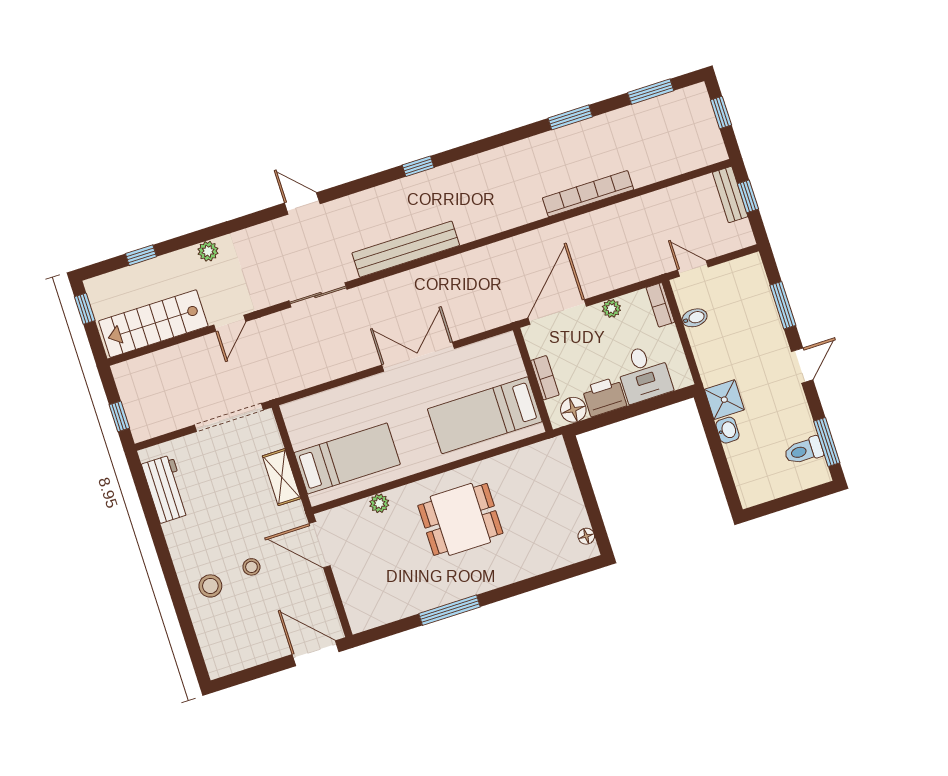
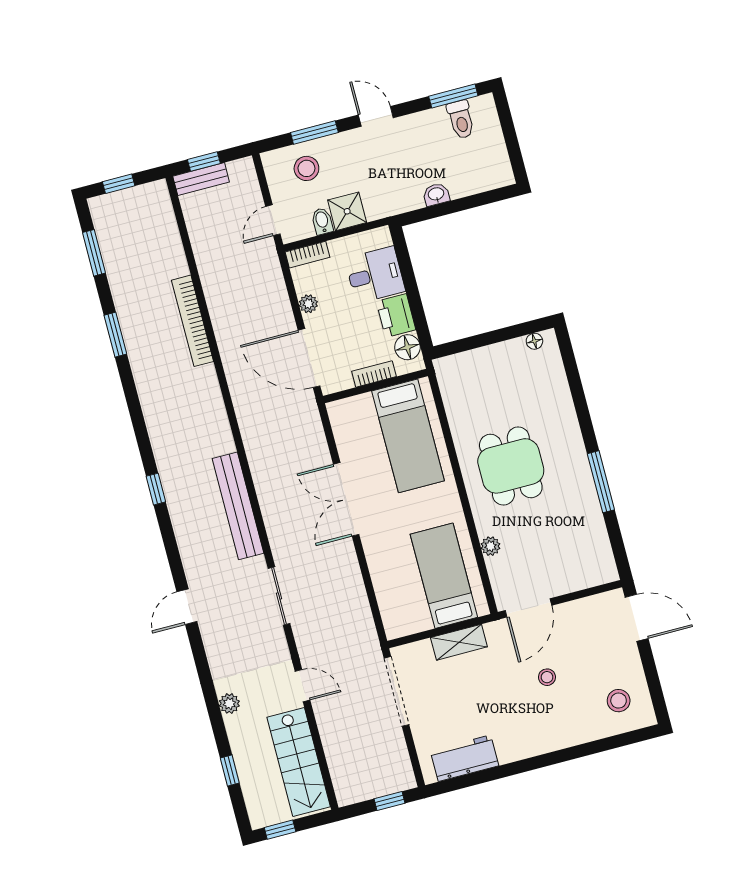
stool: (746, 299) -> (306, 168), added
shower: (724, 400) -> (347, 211), moved
stool: (210, 586) -> (619, 701), moved
door: (316, 653) -> (637, 618), swing flipped

